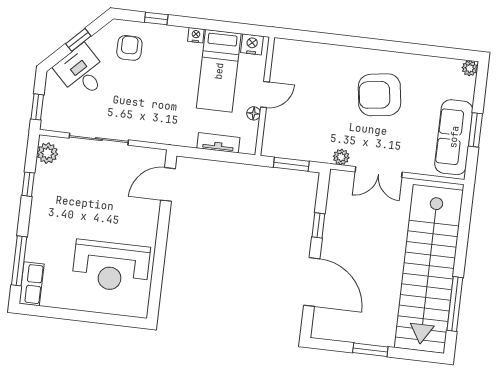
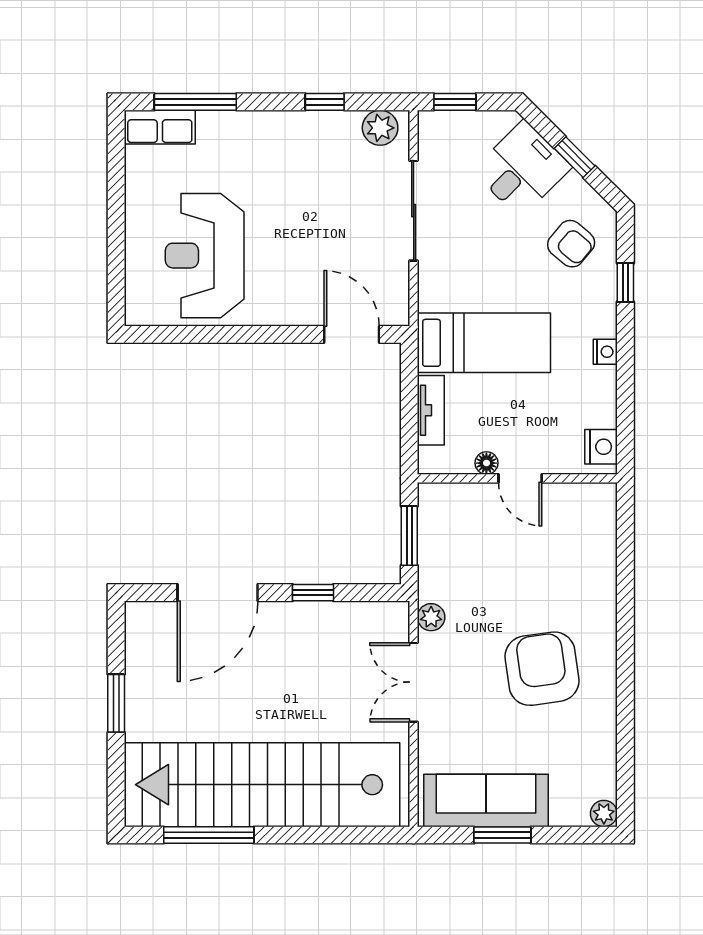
armchair: (129, 48) -> (571, 244), turned 40
bed: (219, 71) -> (484, 343), moved, turned 180

